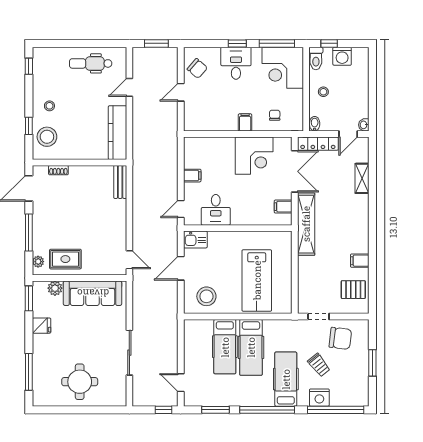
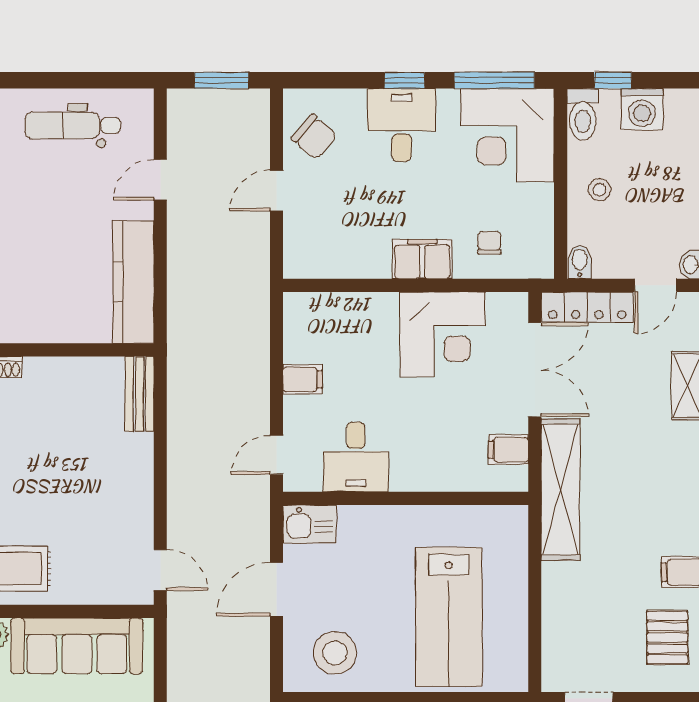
filing cabinet: (245, 122) -> (422, 259), width x2.00
pallet: (353, 290) -> (667, 638), turned 90

